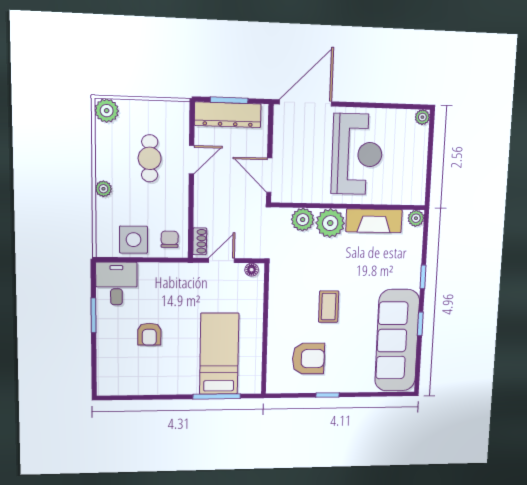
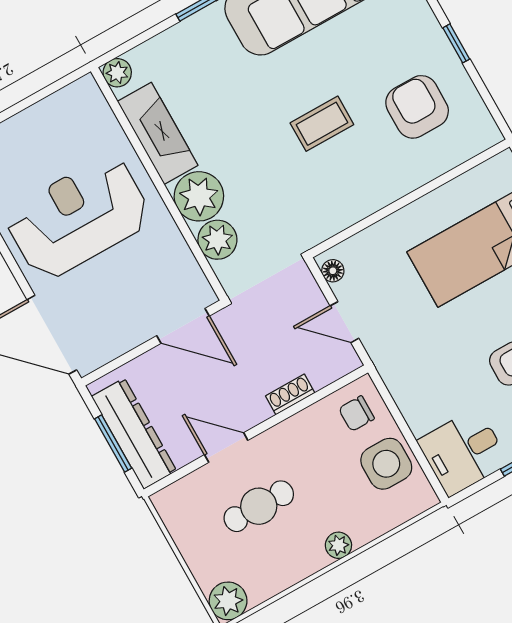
door: (269, 175) -> (183, 326), hinge flipped
shoe rack: (200, 241) -> (290, 394), moved

